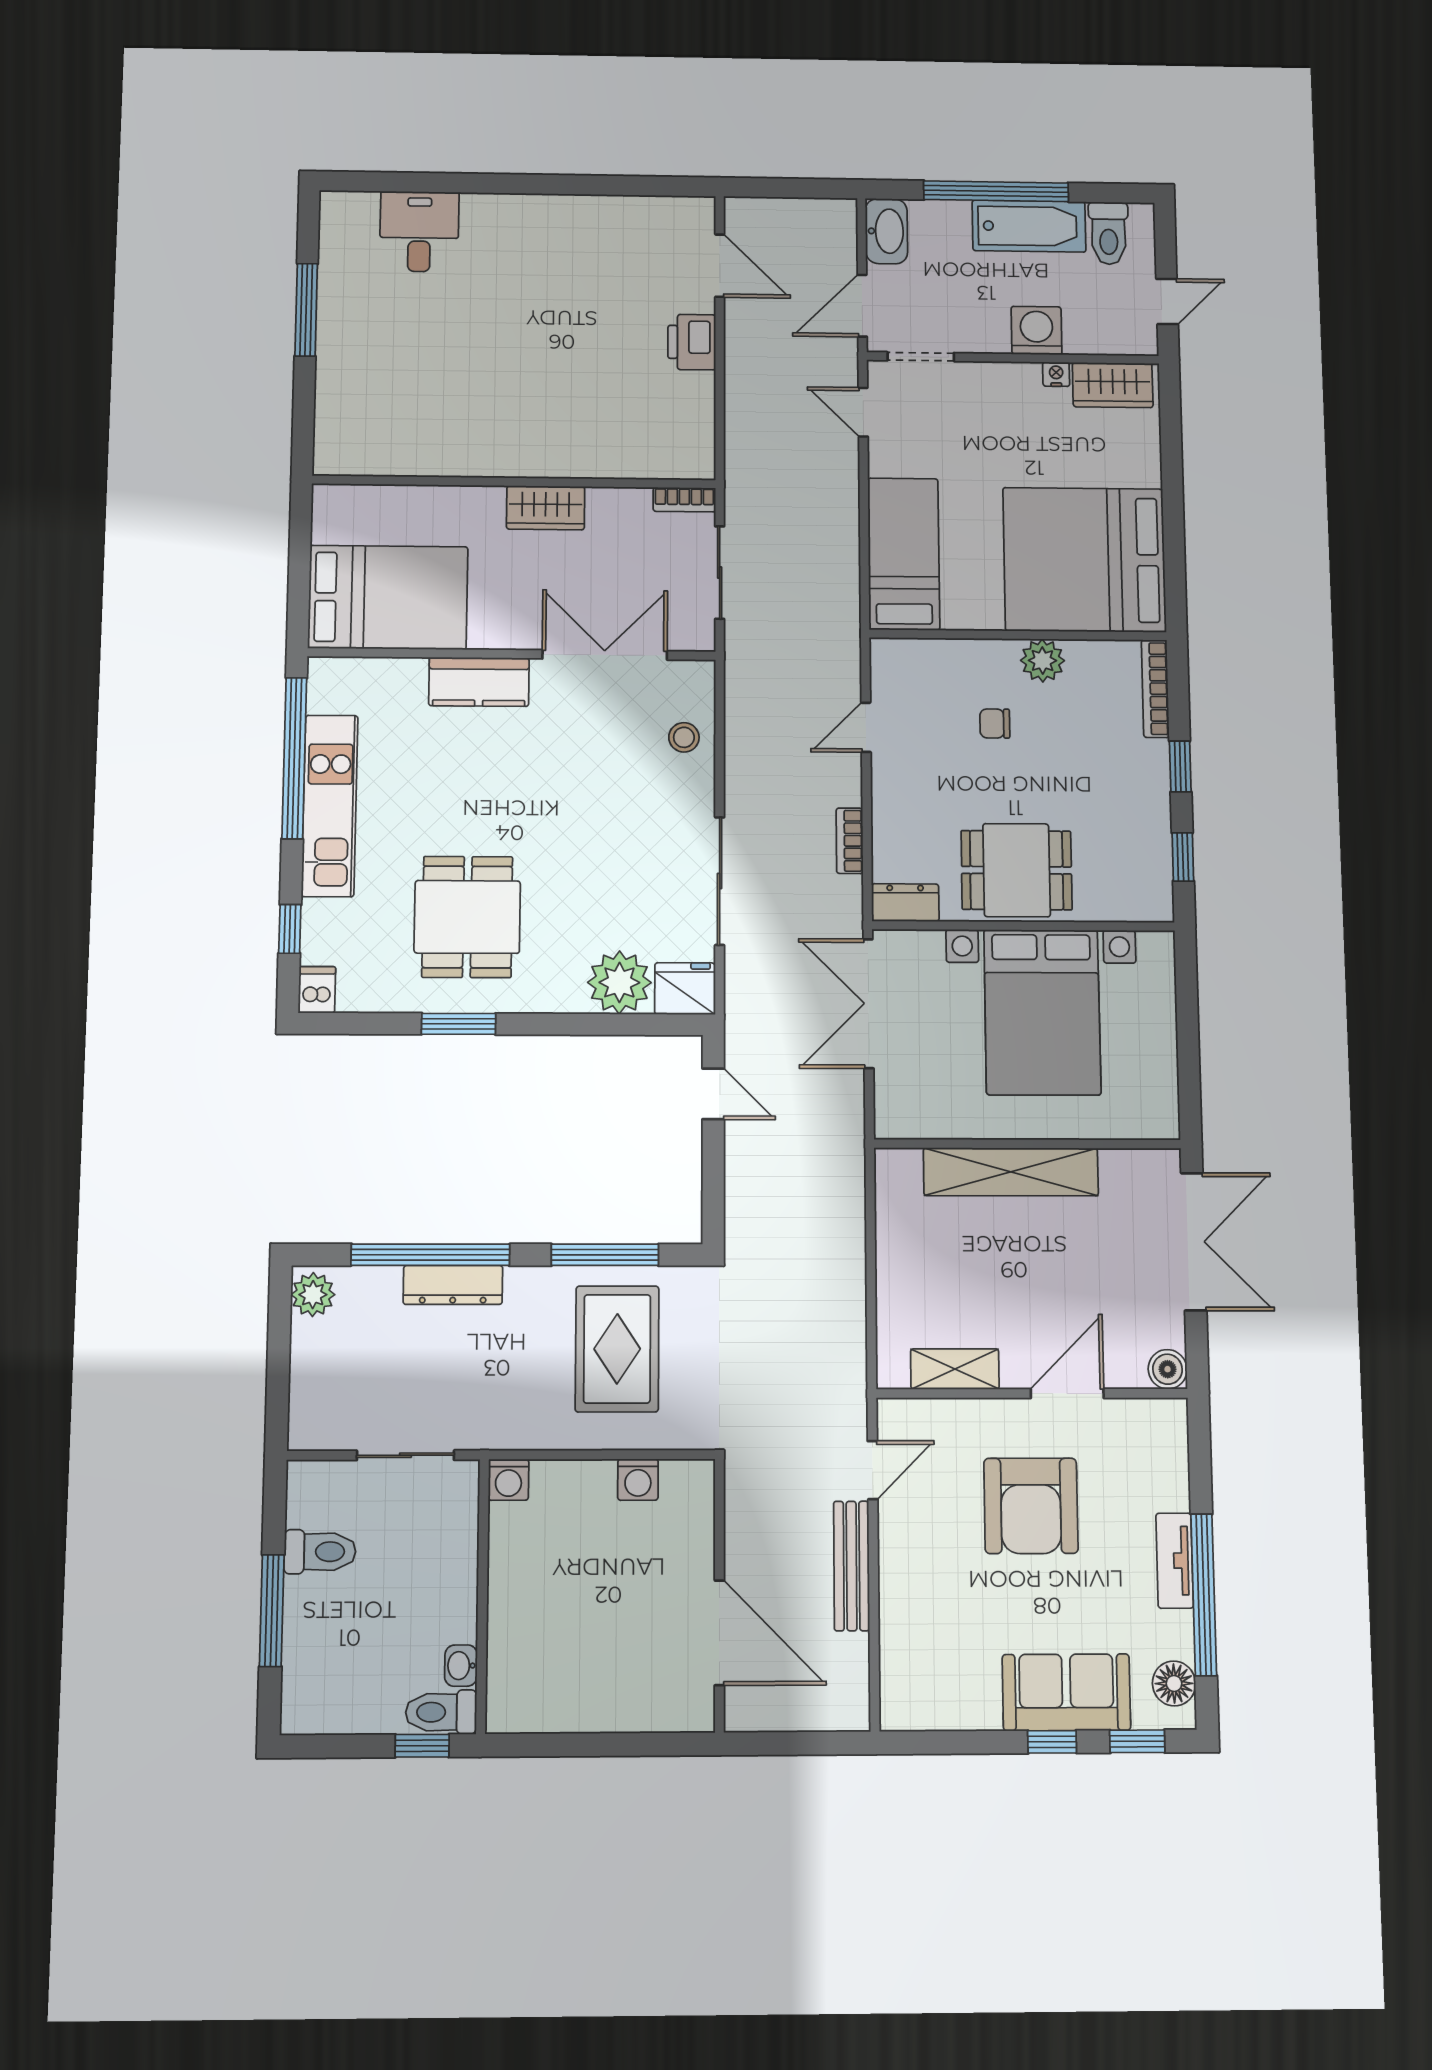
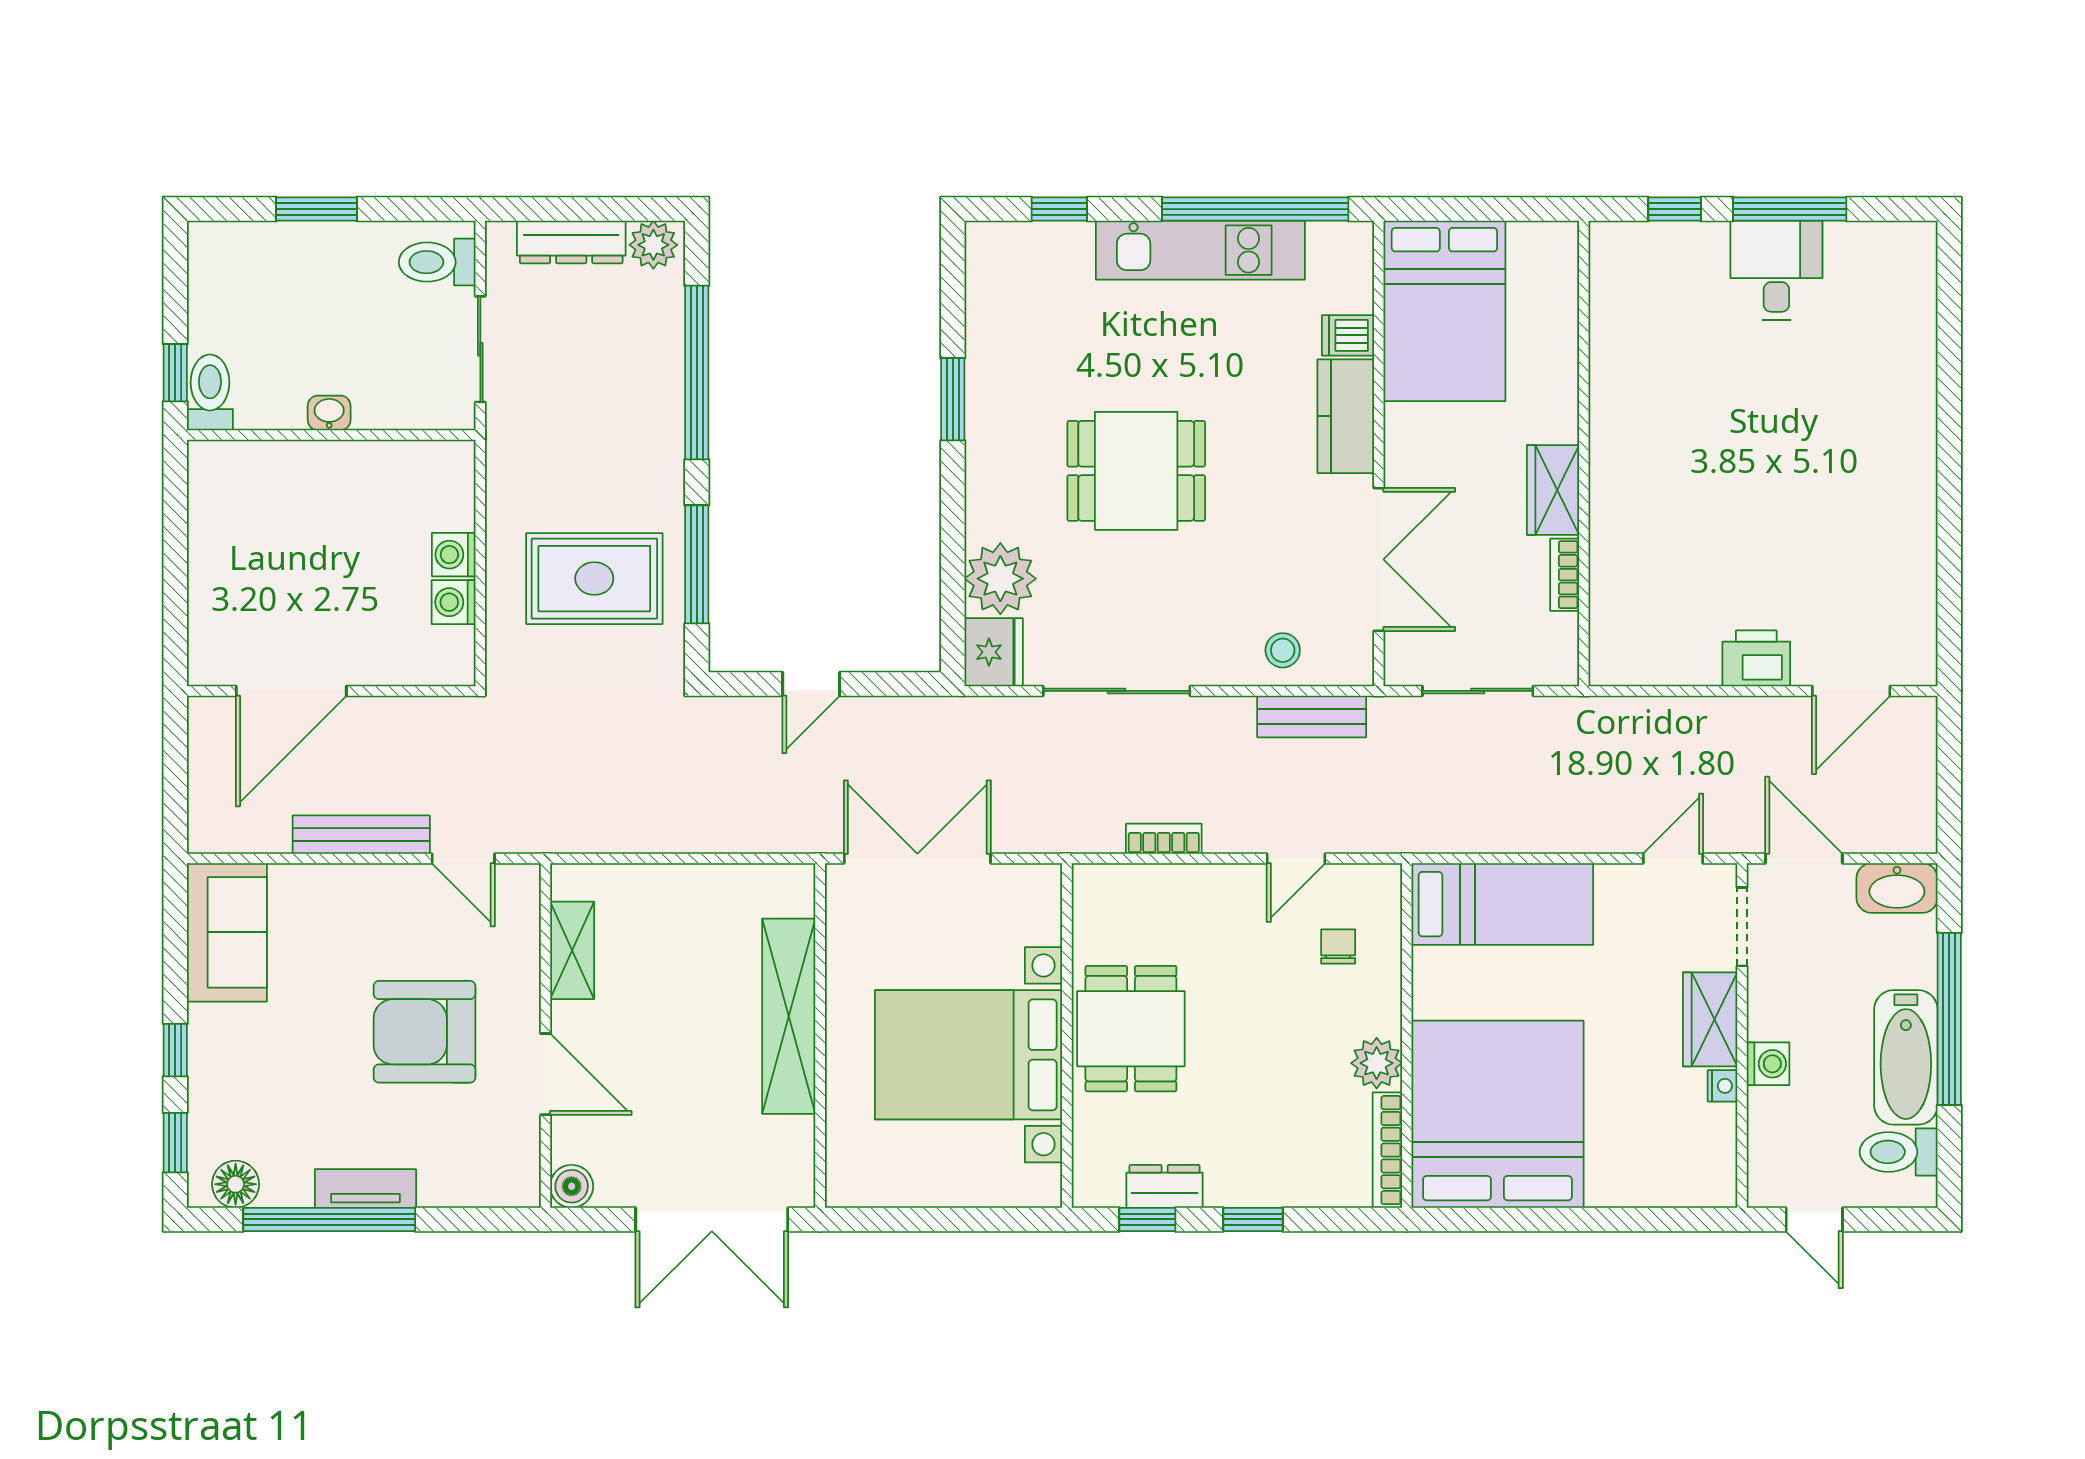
desk: (419, 232) -> (1776, 270), moved, turned -90
washing machine: (1037, 330) -> (1768, 1064), width x0.73, depth x0.73
wardrobe: (1113, 385) -> (1710, 1019), moved
window: (304, 404) -> (1675, 209), added
bookcase: (684, 500) -> (1565, 575), moved
bookcase: (1155, 689) -> (1387, 1150), moved, turned -90
bench: (742, 713) -> (1312, 716), added
chair: (995, 724) -> (1338, 946), moved
door: (866, 727) -> (1296, 859), swing flipped
dresser: (905, 903) -> (1165, 1186), moved, turned -90
dining table: (467, 917) -> (1136, 471), moved
dishwasher: (317, 990) -> (1348, 335), moved, turned 180
double door: (868, 1004) -> (917, 859), moved
door: (713, 1094) -> (811, 684), moved
dresser: (453, 1285) -> (571, 242), moved, turned -90
washing machine: (508, 1480) -> (454, 555), moved
toilet: (320, 1552) -> (437, 262), moved, turned 90
window: (272, 1611) -> (317, 209), width x0.69
washbasin: (461, 1666) -> (329, 413), moved
sofa: (1066, 1692) -> (227, 932), moved

